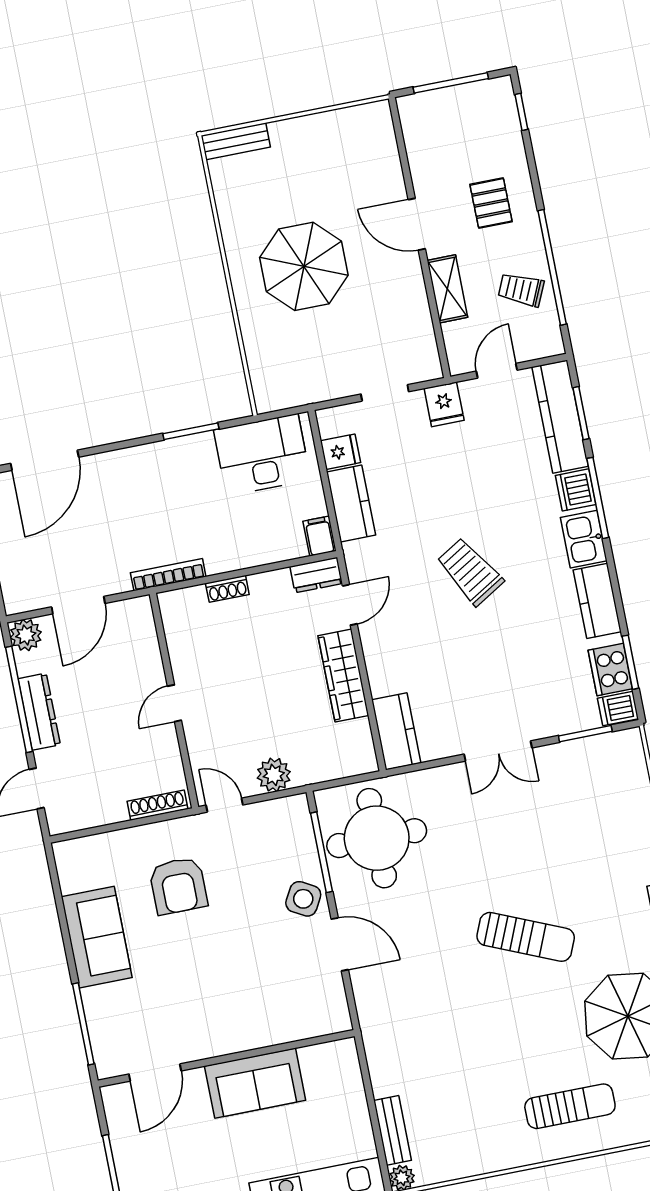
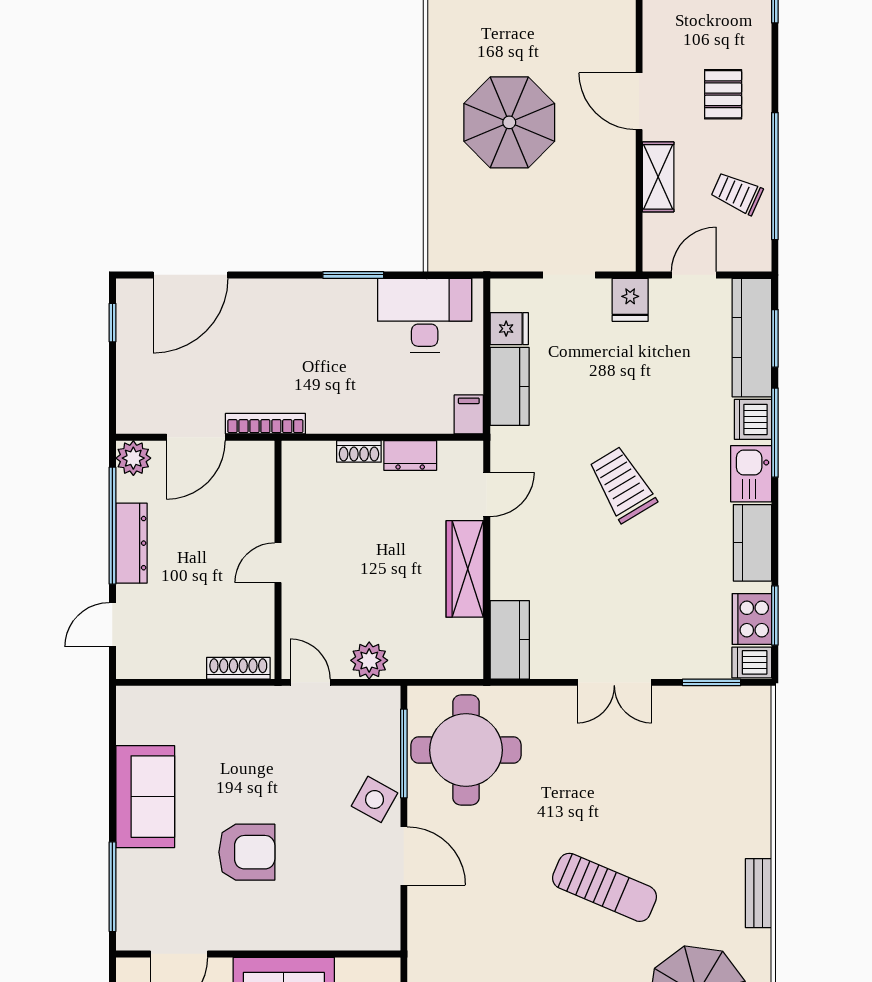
bookcase: (168, 575) -> (265, 424), moved
dresser: (316, 575) -> (410, 455), moved
armchair: (178, 886) -> (247, 852), moved, turned -90

